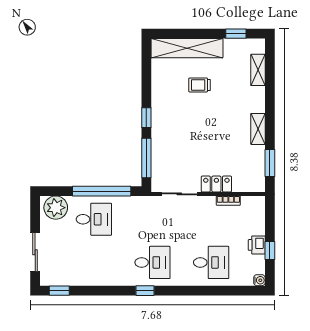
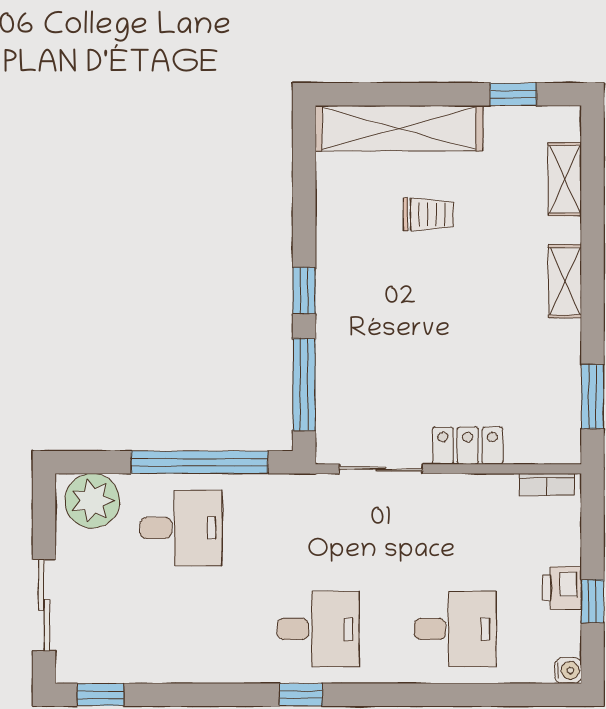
trolley: (200, 85) -> (428, 214), turned 180
shelving: (258, 129) -> (565, 281), moved
bookcase: (228, 201) -> (547, 484), moved

